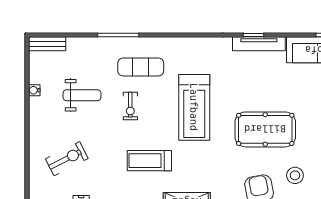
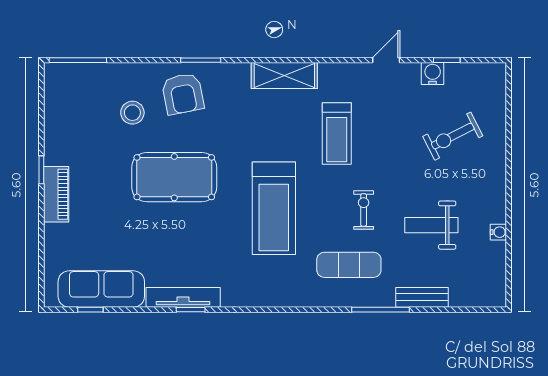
bench: (47, 44) -> (422, 297), moved
treadmill: (194, 107) -> (274, 208), turned 180
treadmill: (149, 161) -> (337, 133), turned 90

